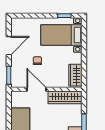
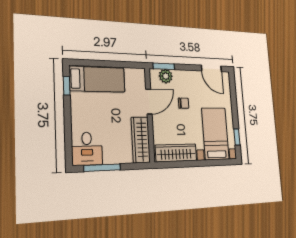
door: (9, 46) -> (211, 68), moved
plant: (16, 74) -> (166, 76), added
wardrobe: (75, 75) -> (176, 153), width x1.50

